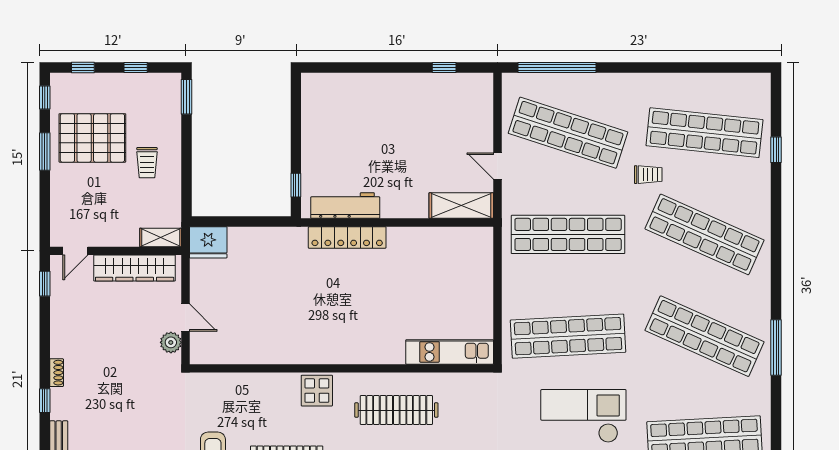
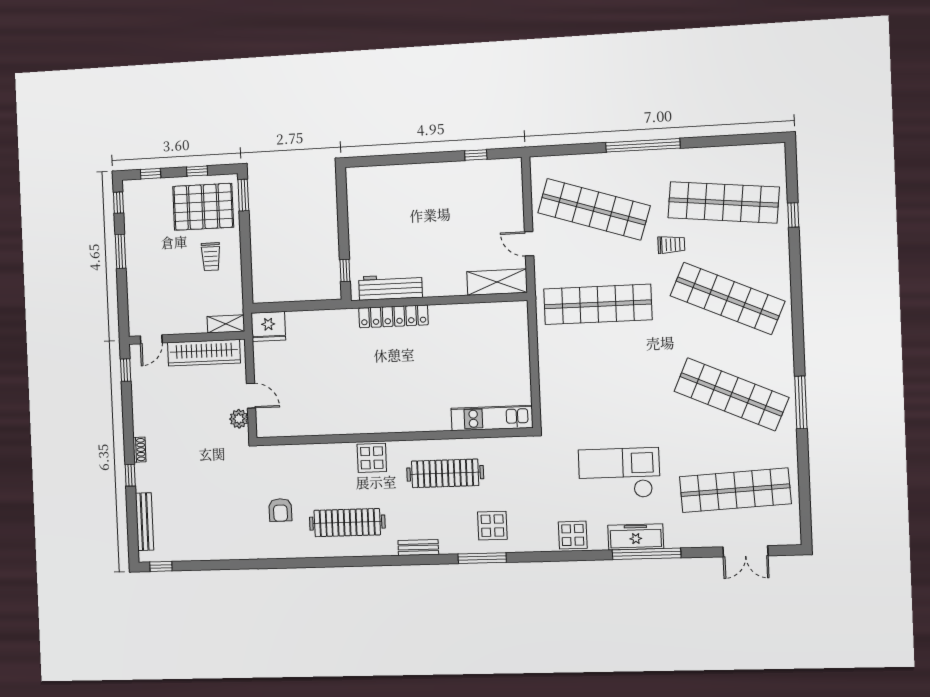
window: (557, 67) -> (643, 145), moved
pallet: (92, 138) -> (203, 207), moved
shop shelf: (568, 336) -> (602, 399), removed

